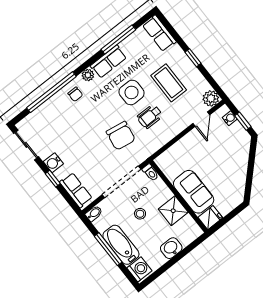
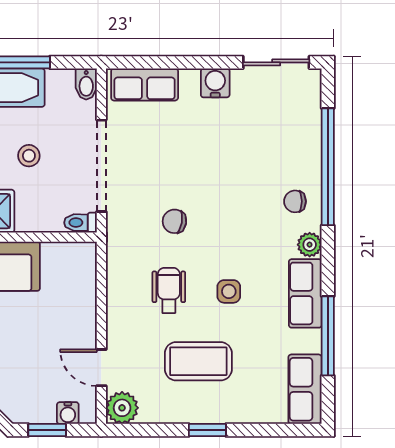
row of seats: (159, 33) -> (305, 389), moved, turned -90
side table: (132, 92) -> (229, 291), width x0.54, depth x0.54
chair: (121, 136) -> (174, 221), width x0.54, depth x0.54
window: (53, 179) -> (191, 62), removed

